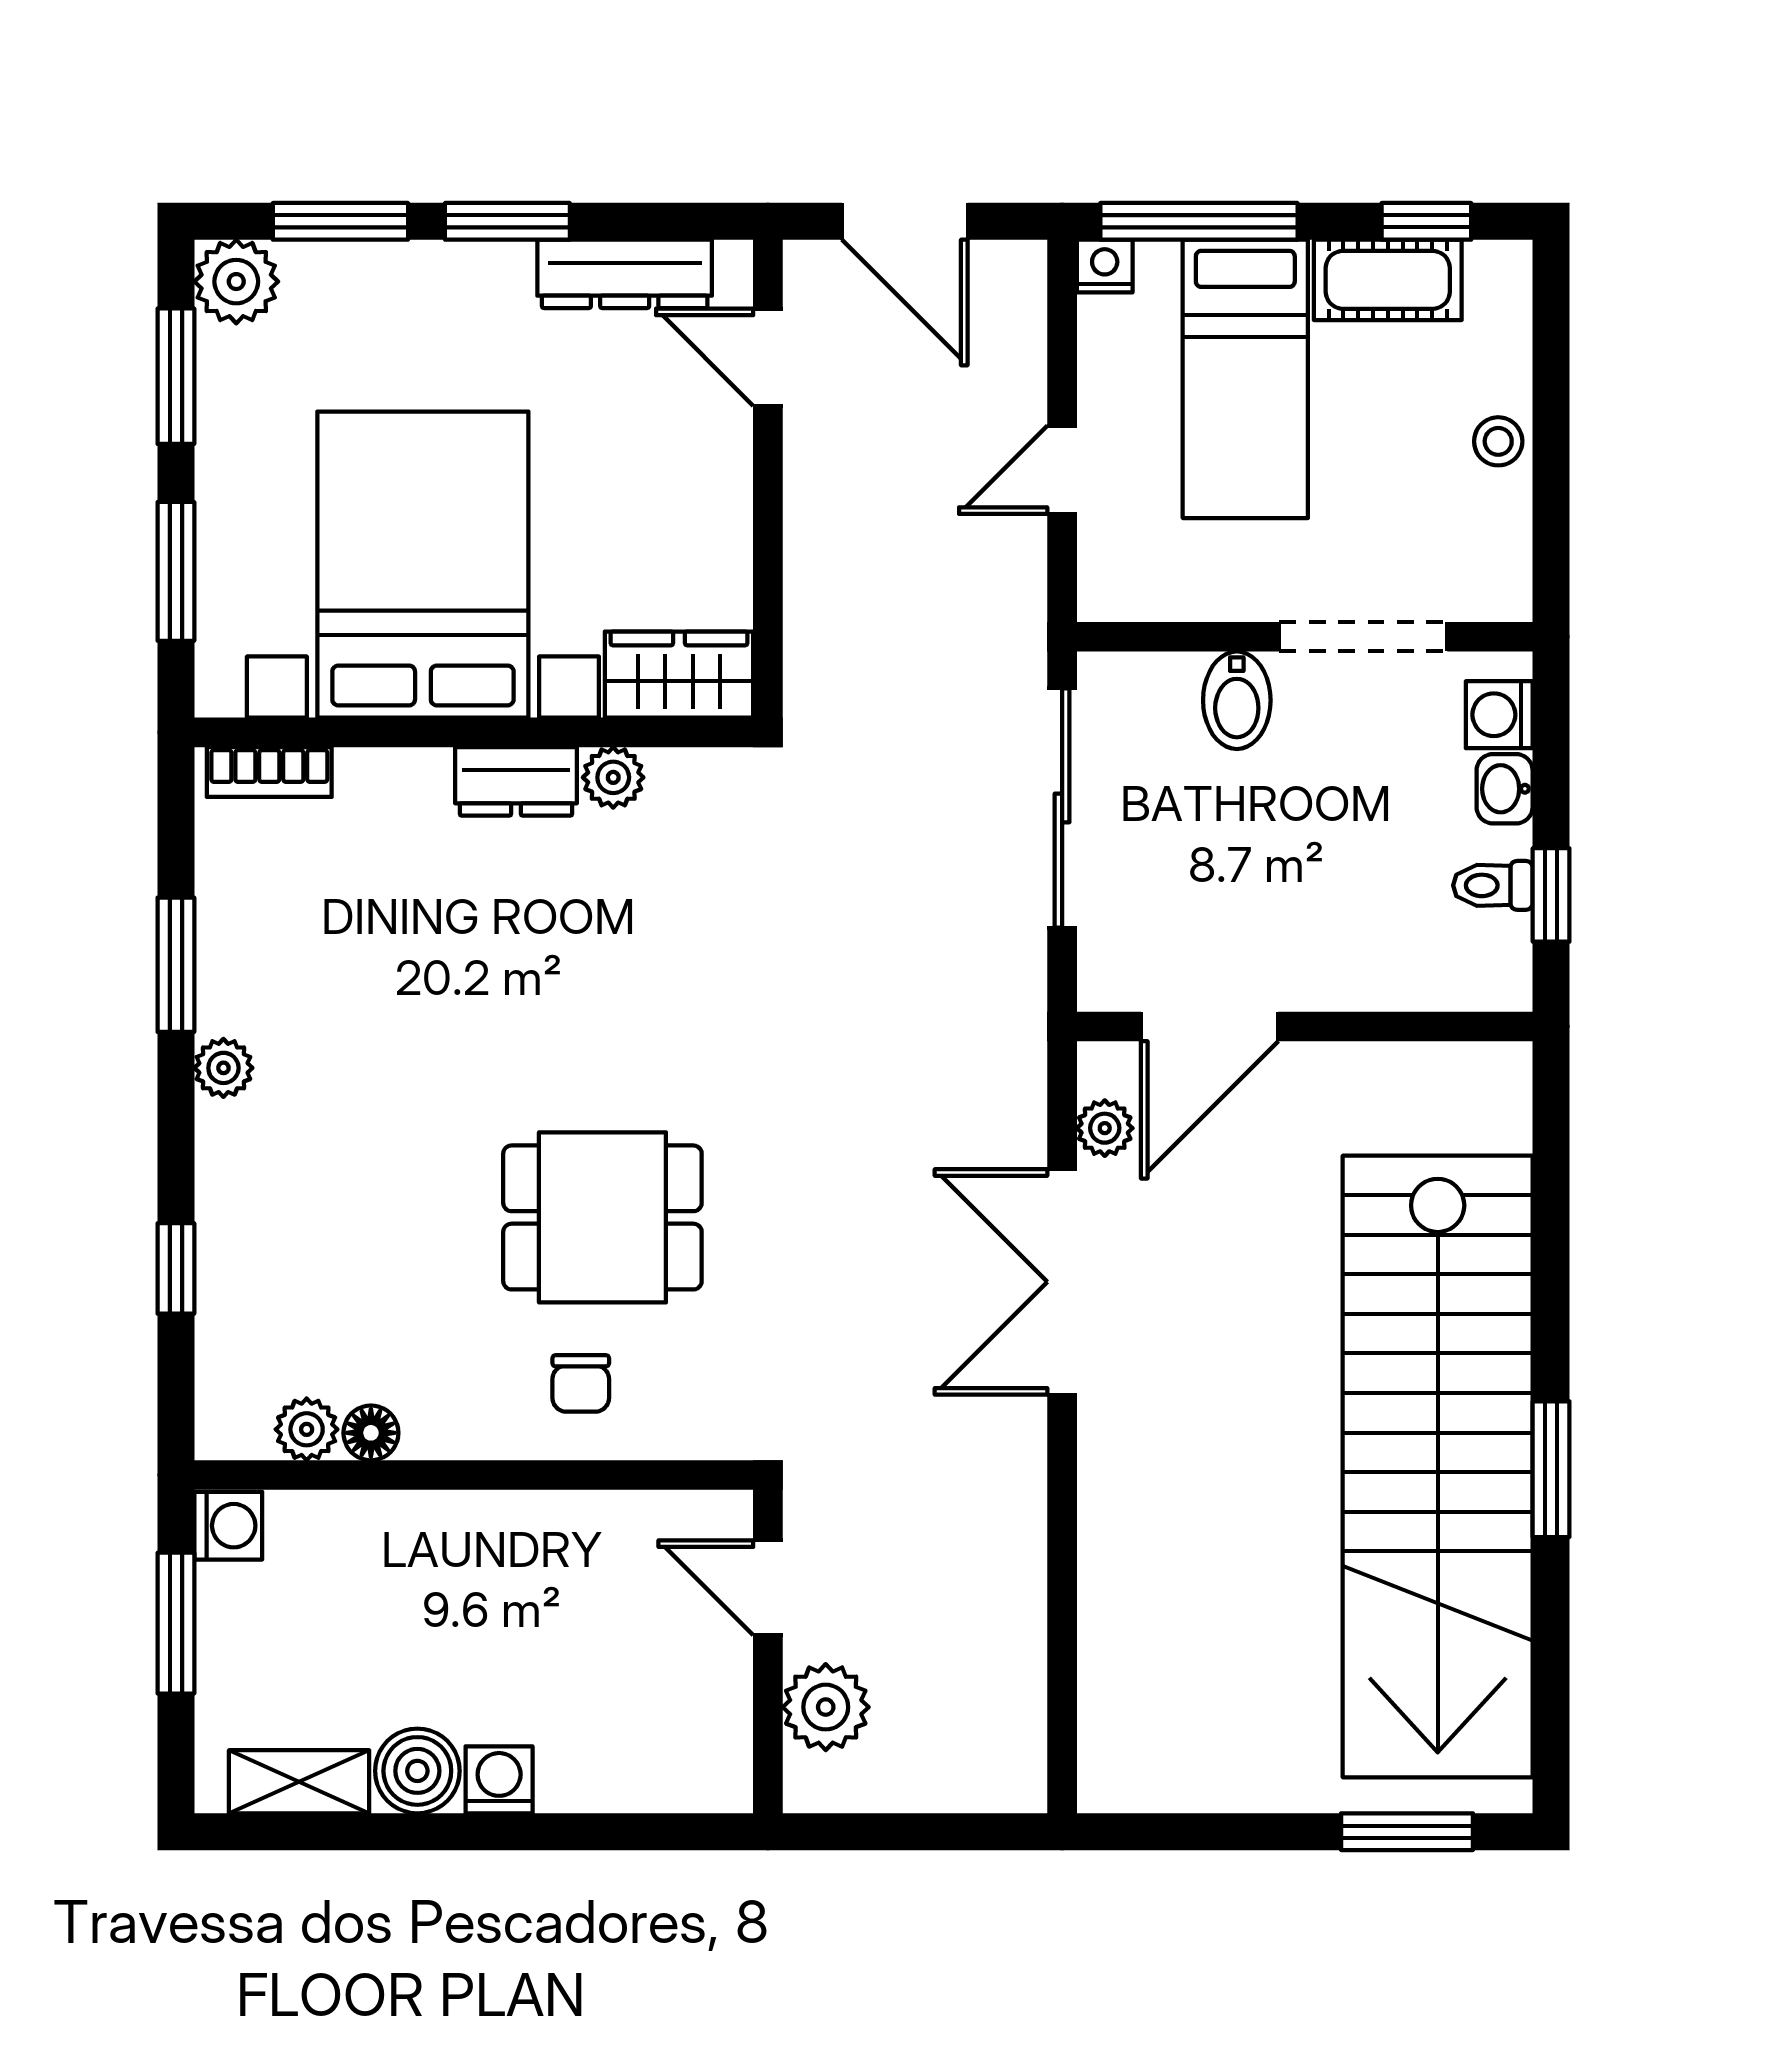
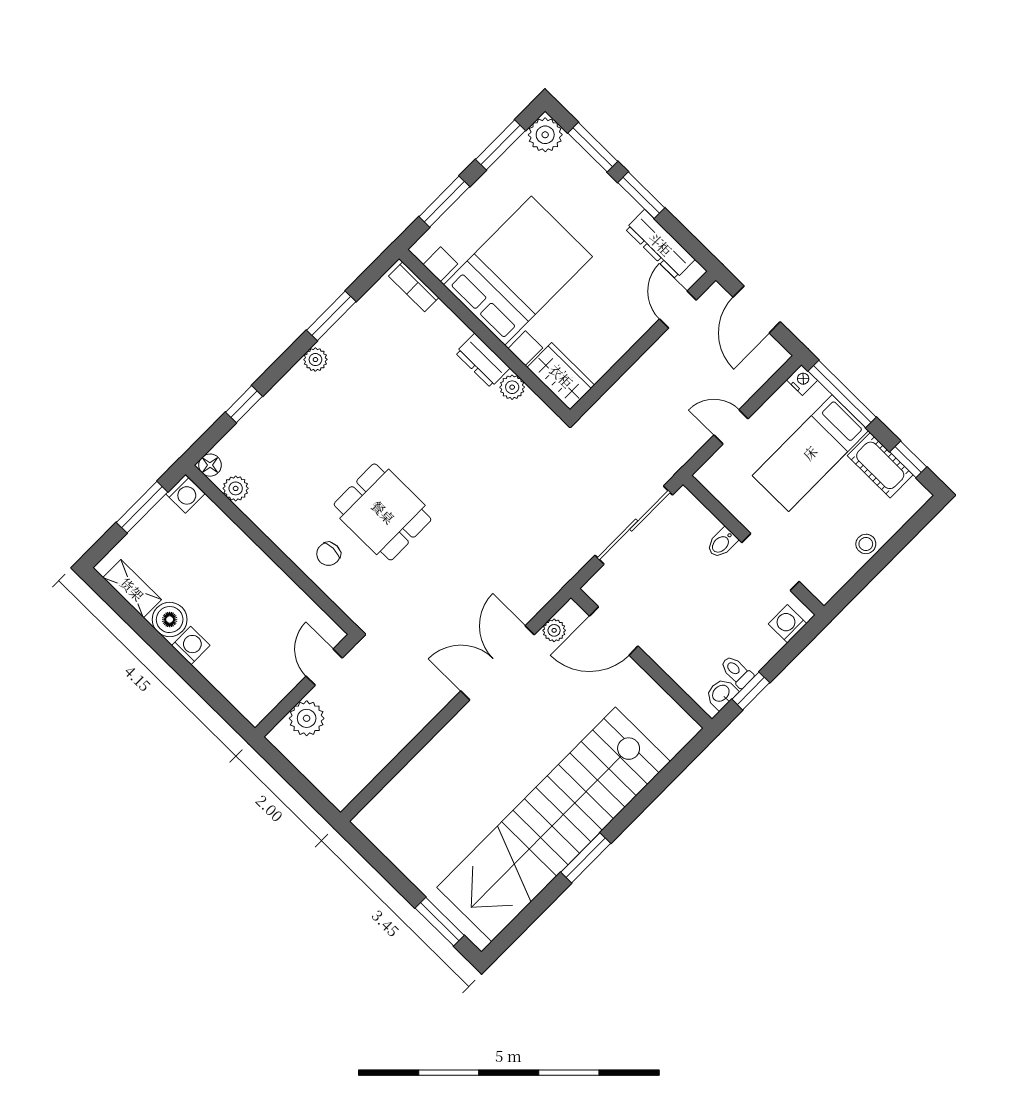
bidet: (1237, 700) -> (722, 543), width x0.72, depth x0.74
washbasin: (1505, 789) -> (721, 694), moved
floor lamp: (371, 1433) -> (210, 465), moved

